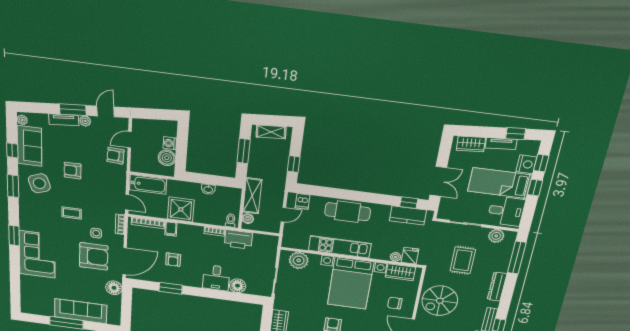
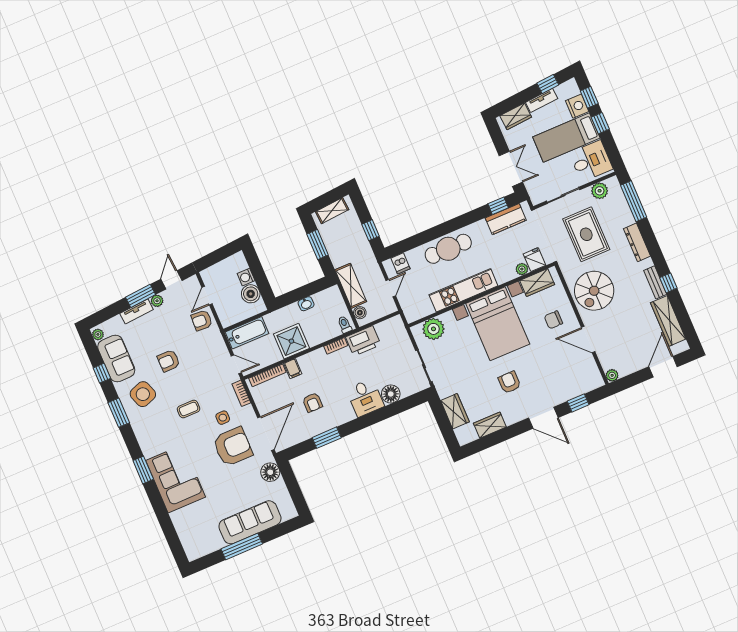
rug: (463, 260) -> (586, 234), width x1.36, depth x1.43

